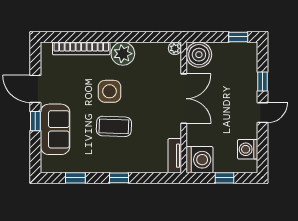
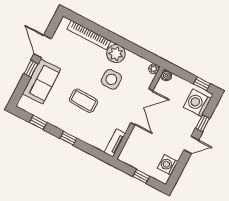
boiler: (199, 55) -> (166, 76), width x0.54, depth x0.54
side table: (110, 91) -> (111, 79), moved
washing machine: (200, 160) -> (197, 103), moved, turned 180

